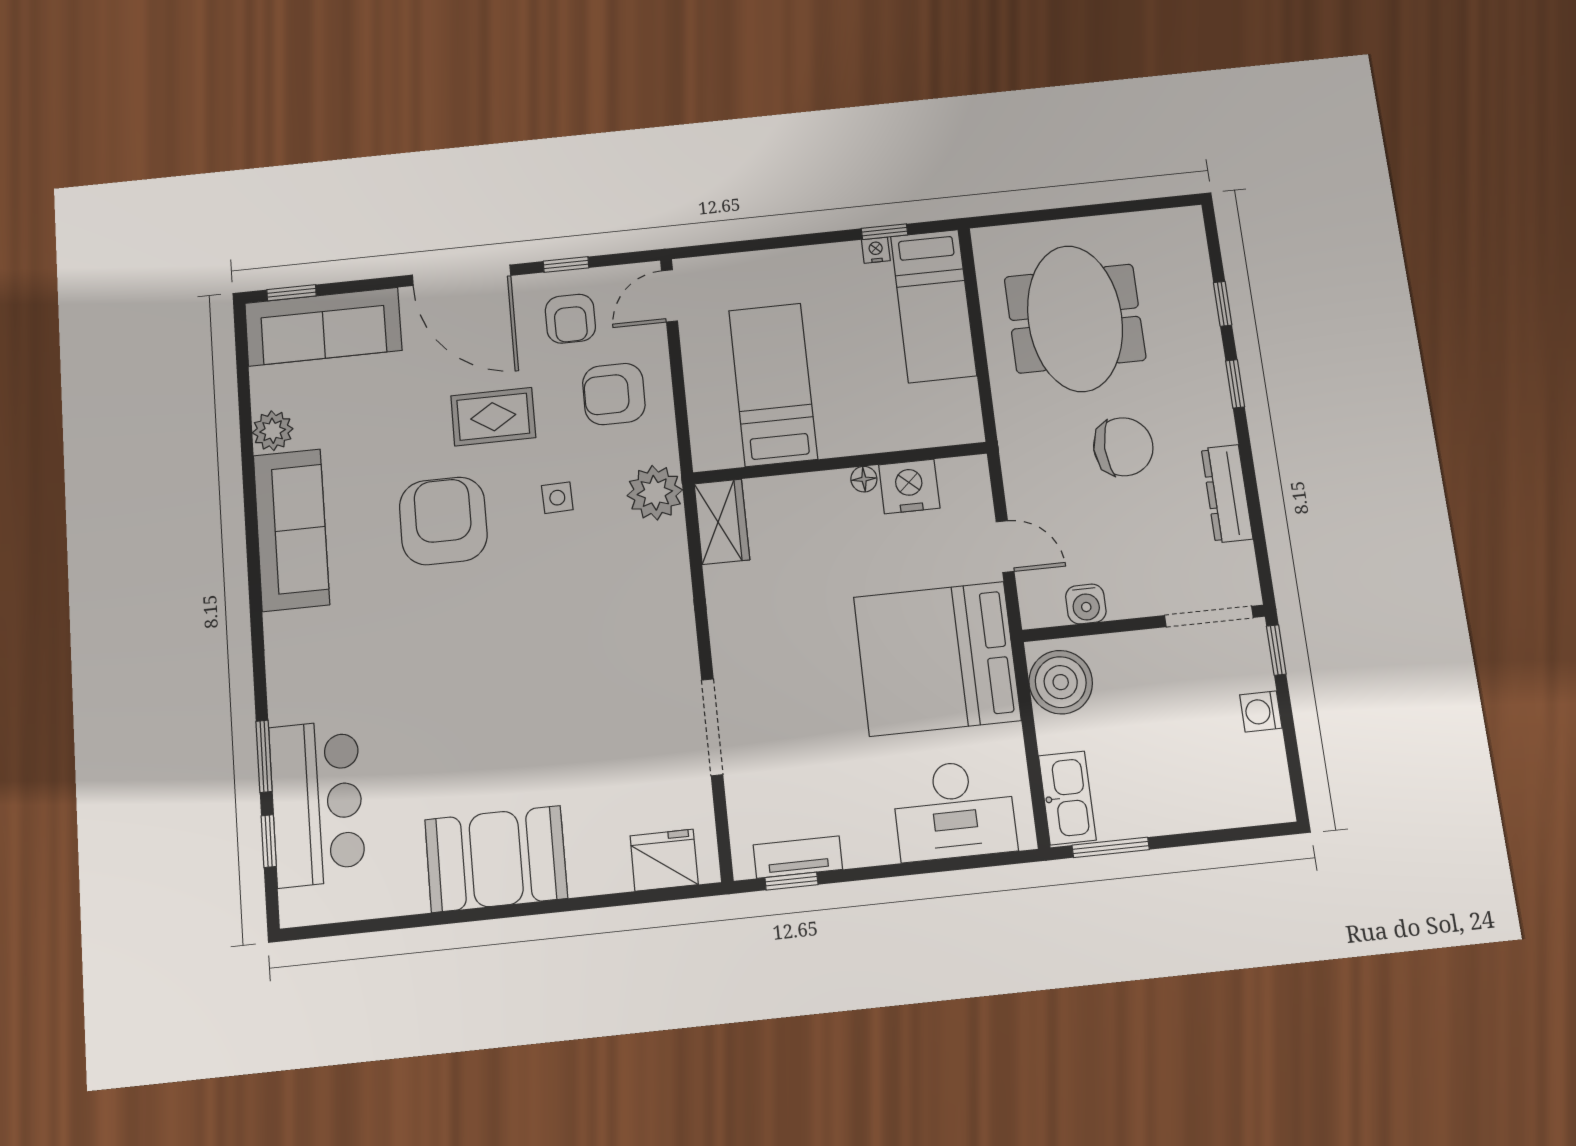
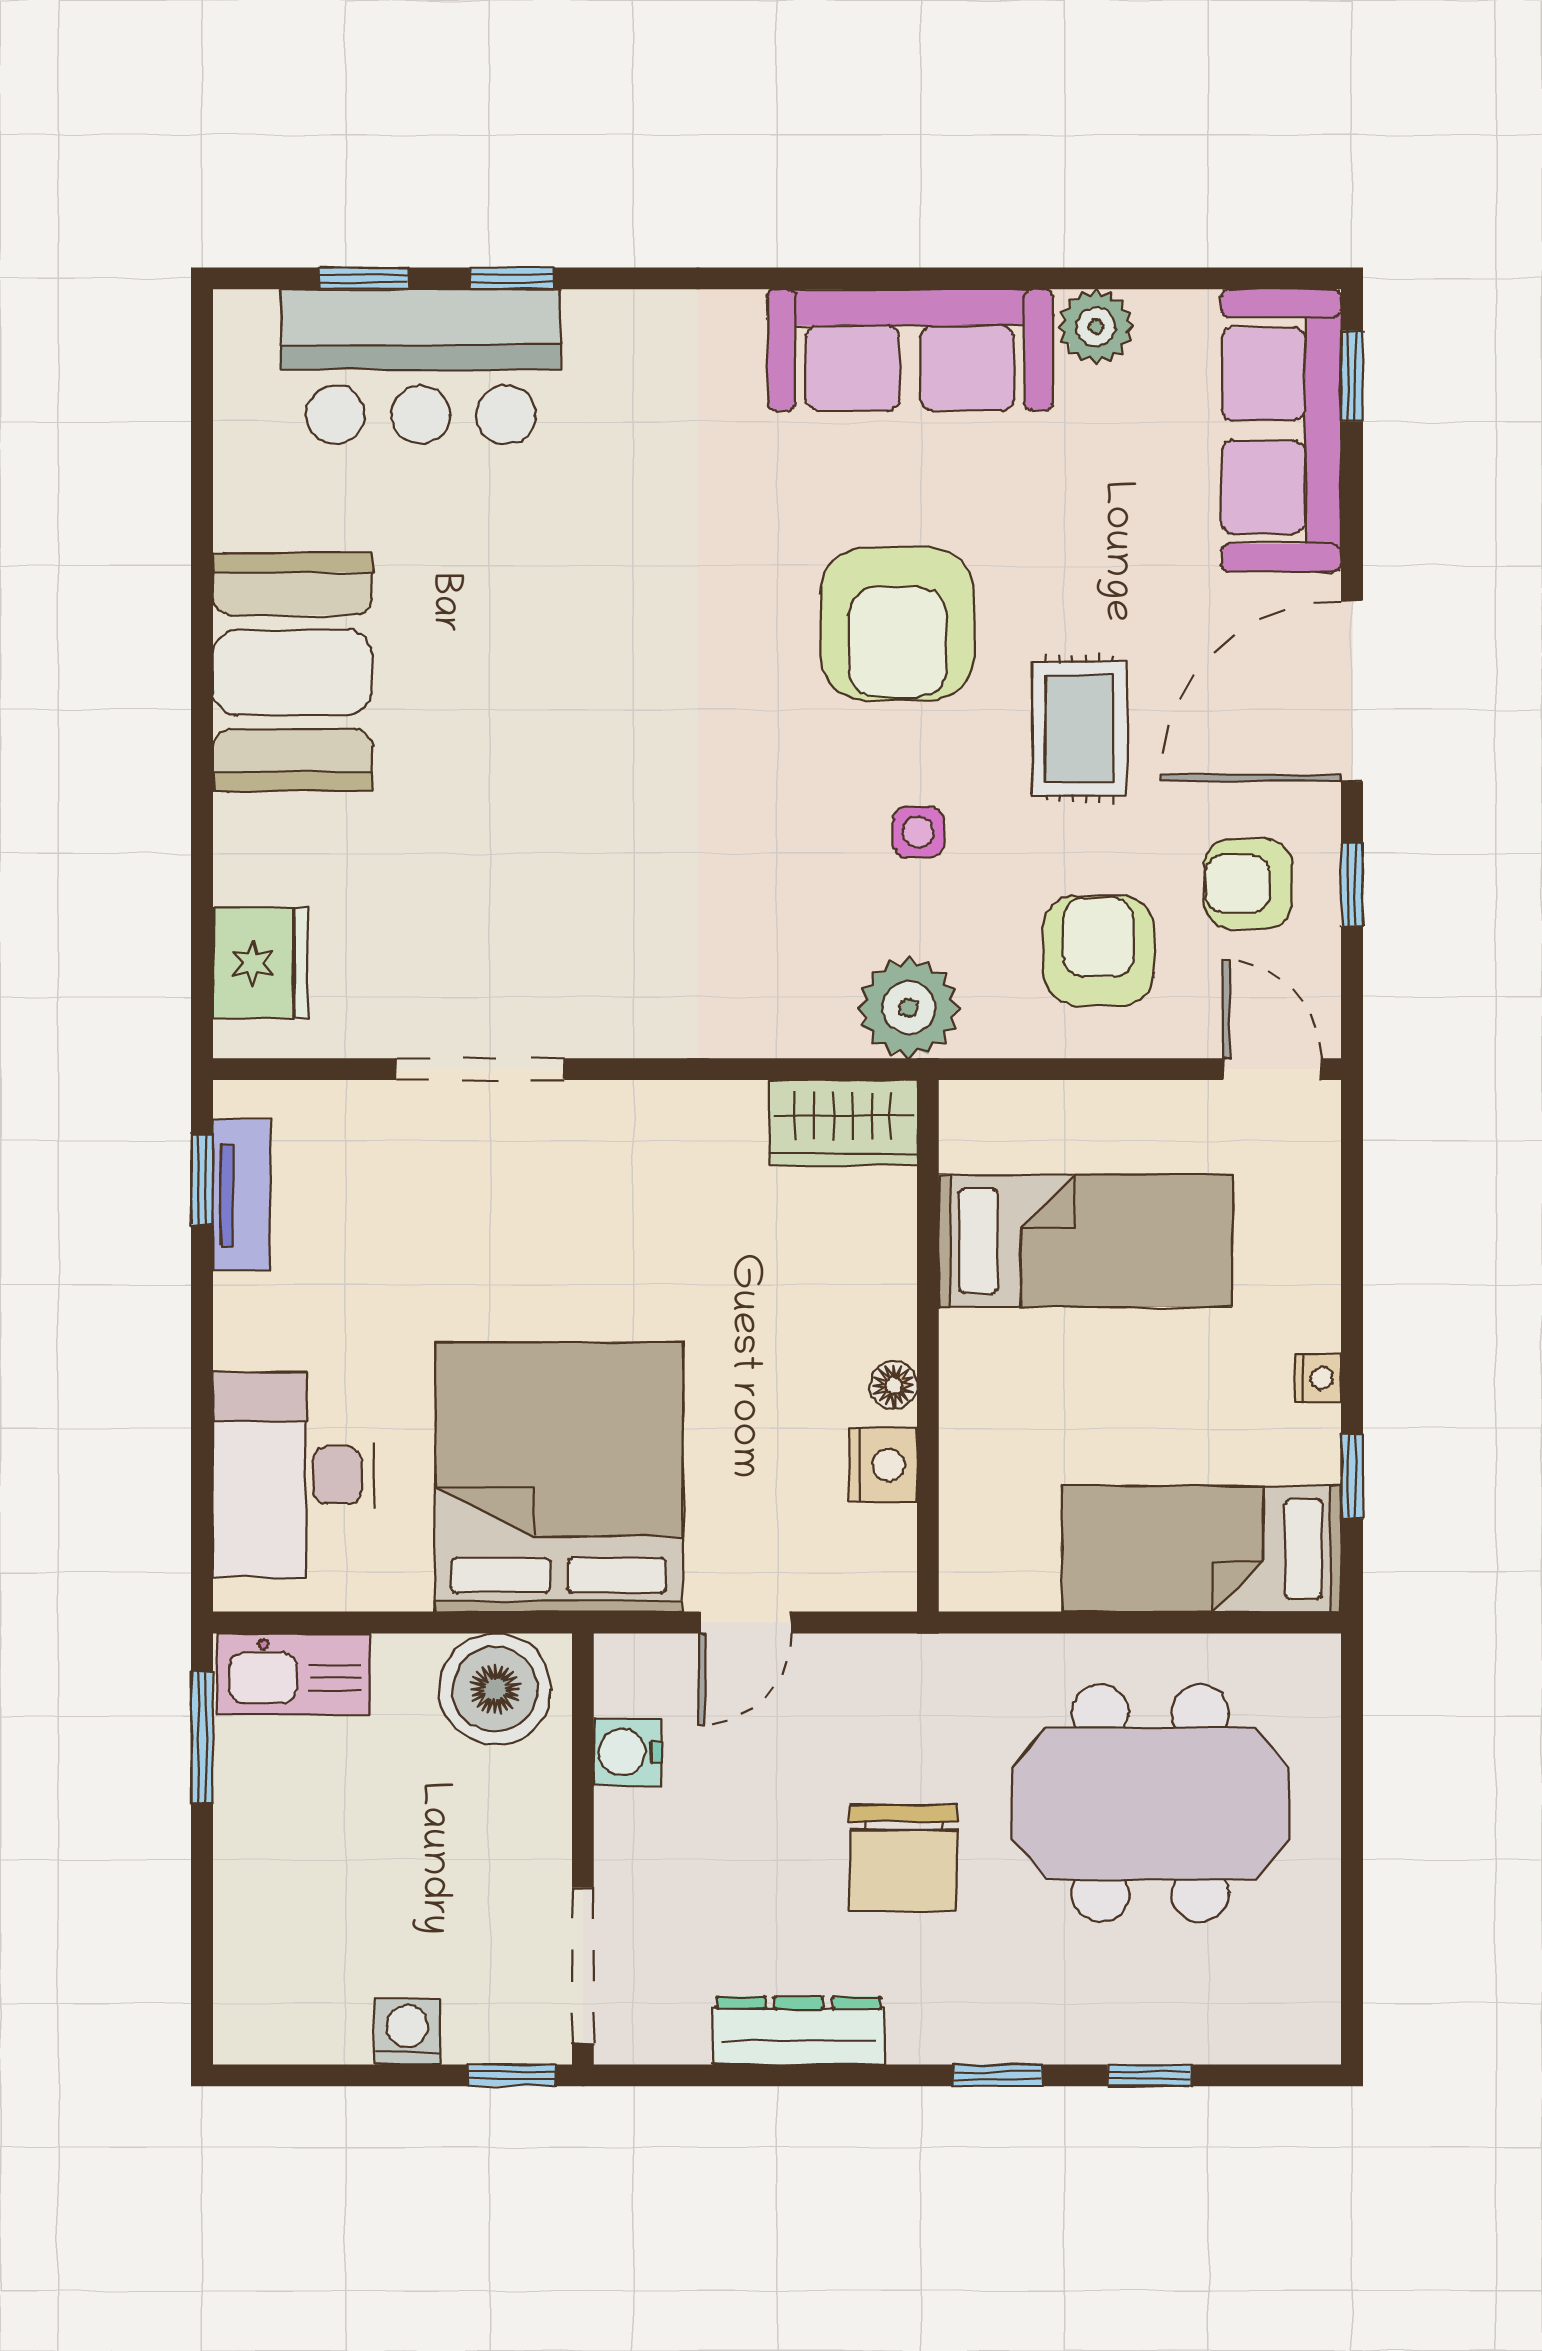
nightstand: (876, 250) -> (1318, 1378), moved
nightstand: (909, 486) -> (883, 1465), width x0.74, depth x0.75
armchair: (443, 521) -> (897, 624), turned 90
window: (264, 756) -> (512, 278), width x0.67

